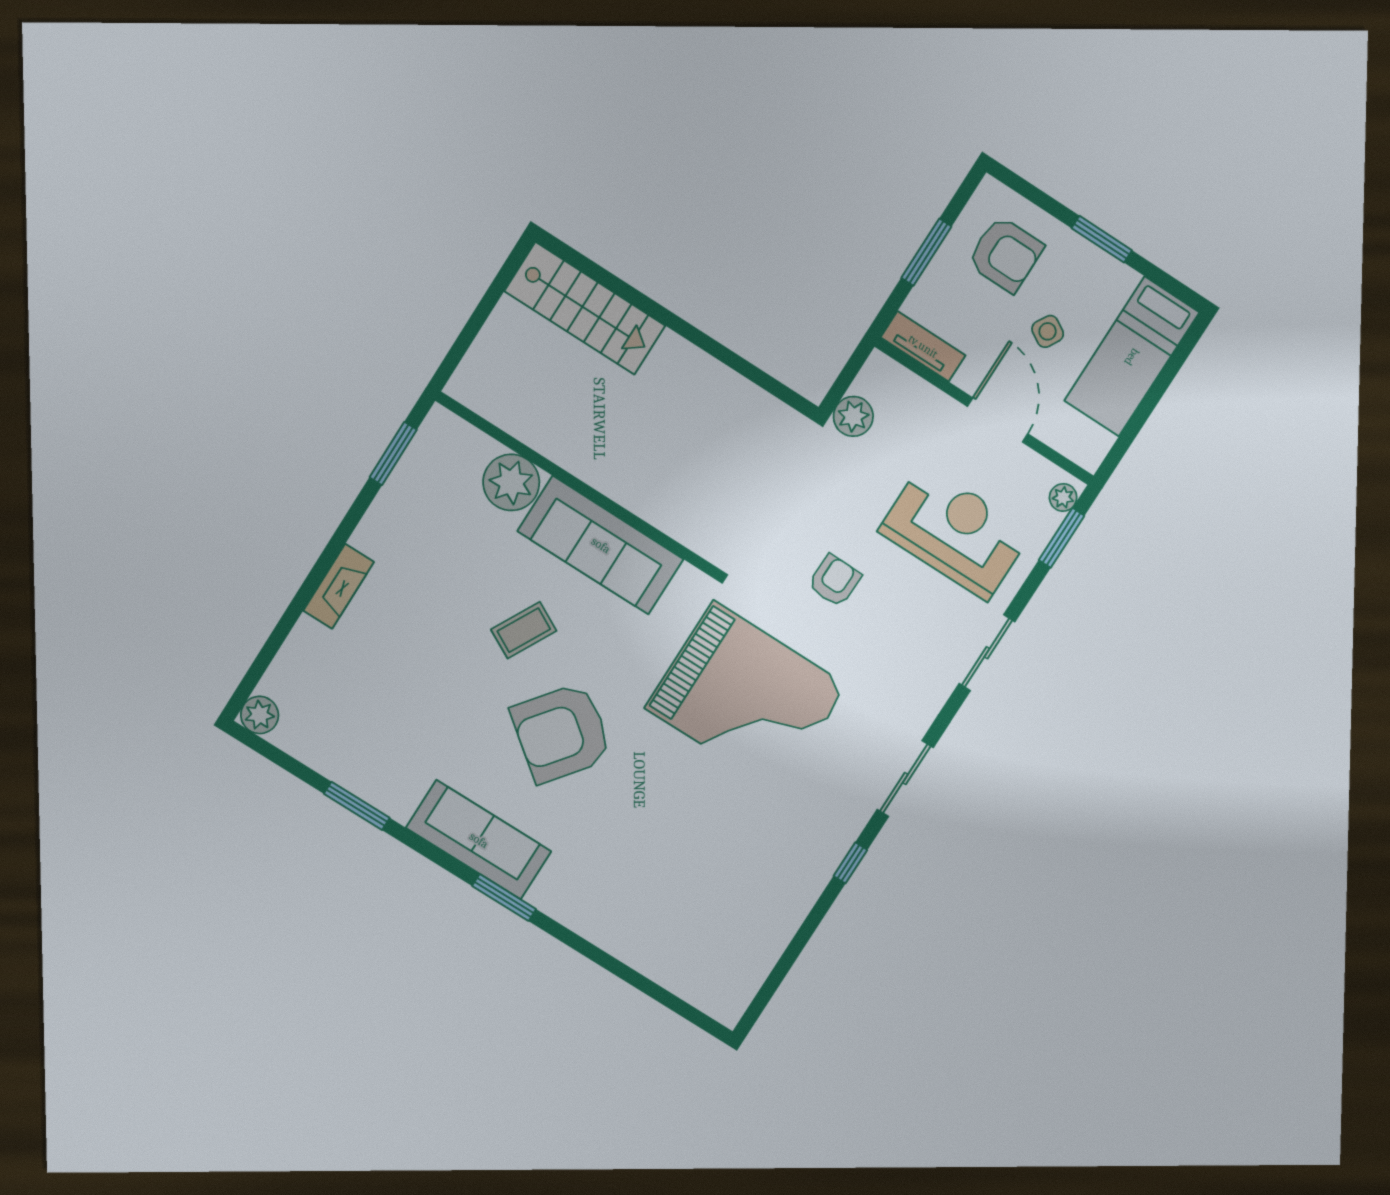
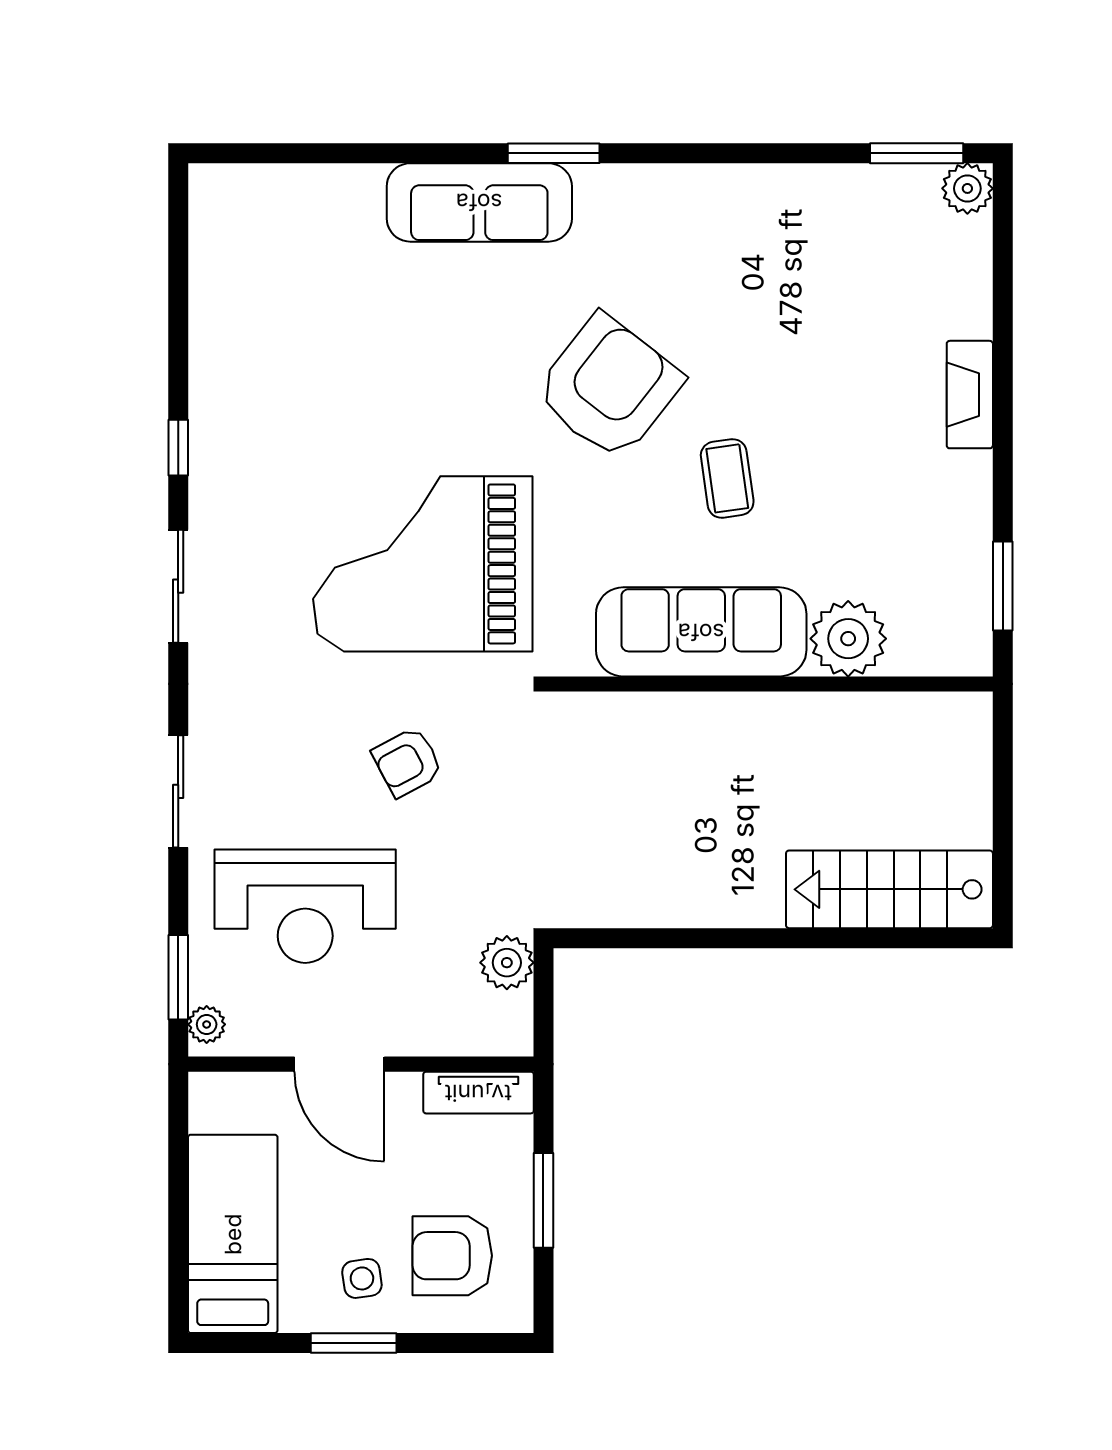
side table: (1048, 331) -> (362, 1278), moved, turned -38
armchair: (835, 581) -> (407, 762), turned 61
coffee table: (524, 630) -> (727, 478), turned -36
window: (357, 806) -> (917, 153), moved
sofa: (479, 840) -> (479, 202), moved

